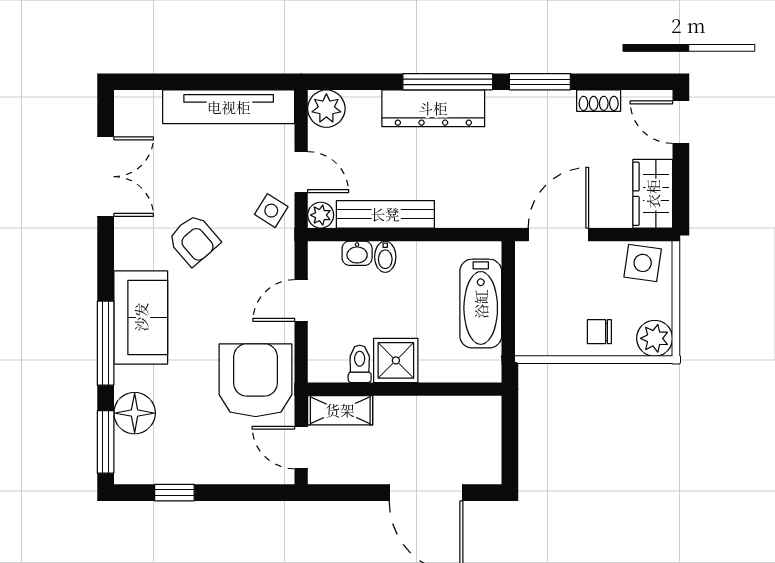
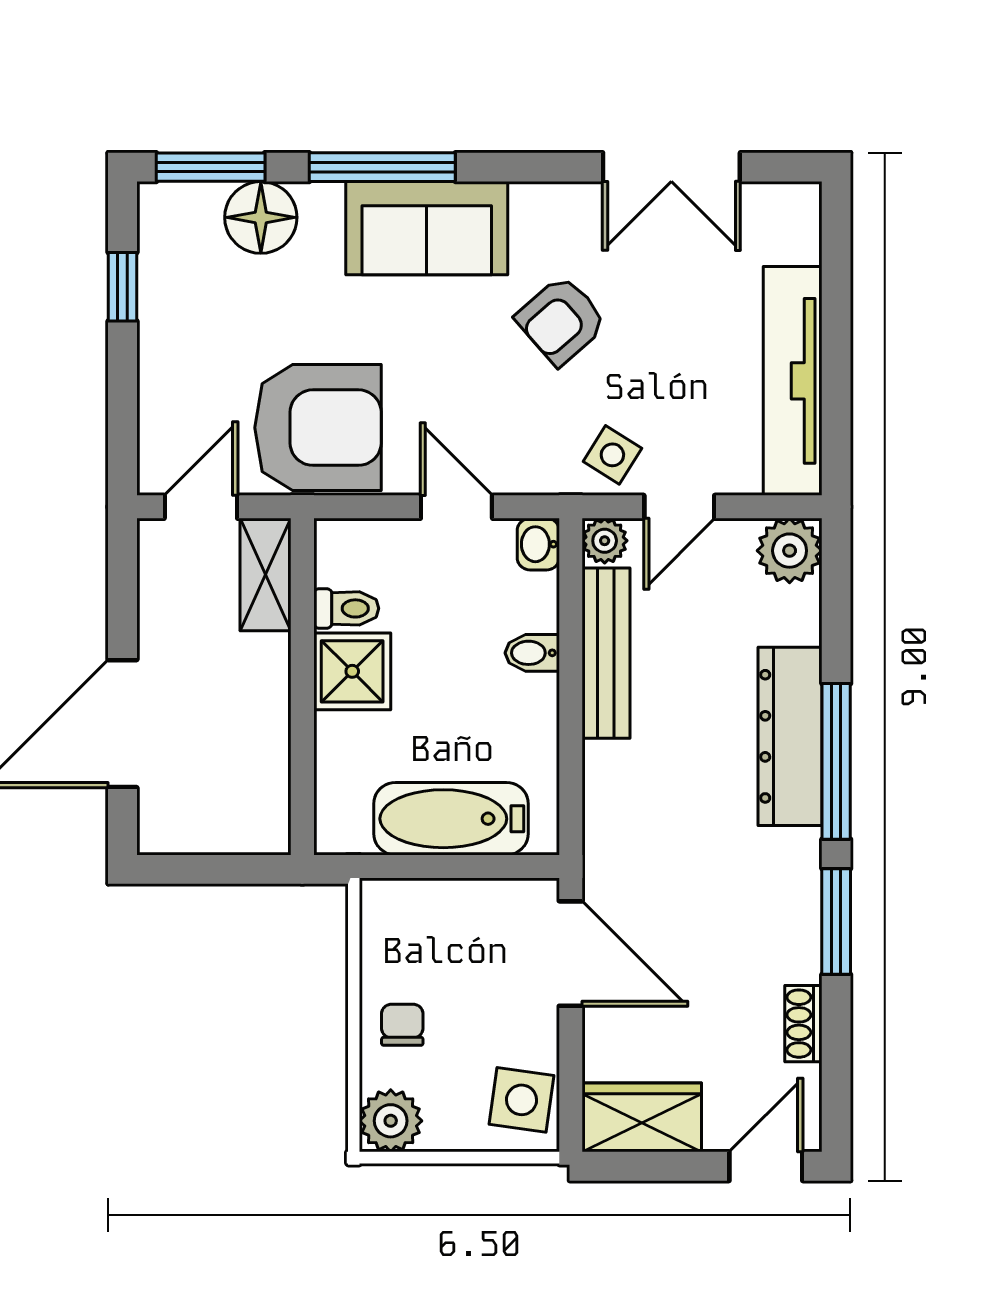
washbasin: (357, 253) -> (538, 544), moved

